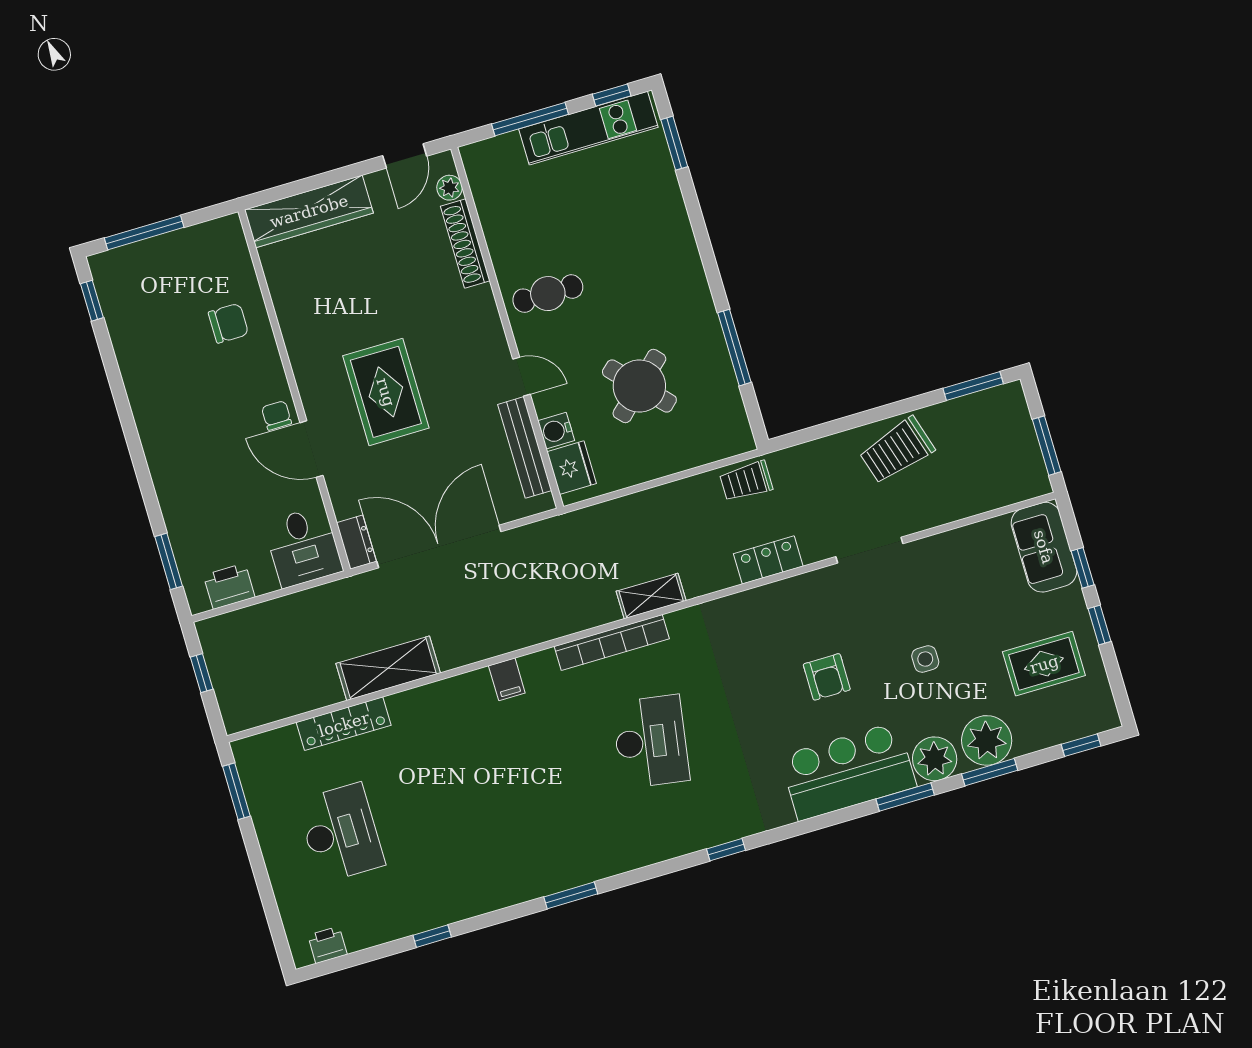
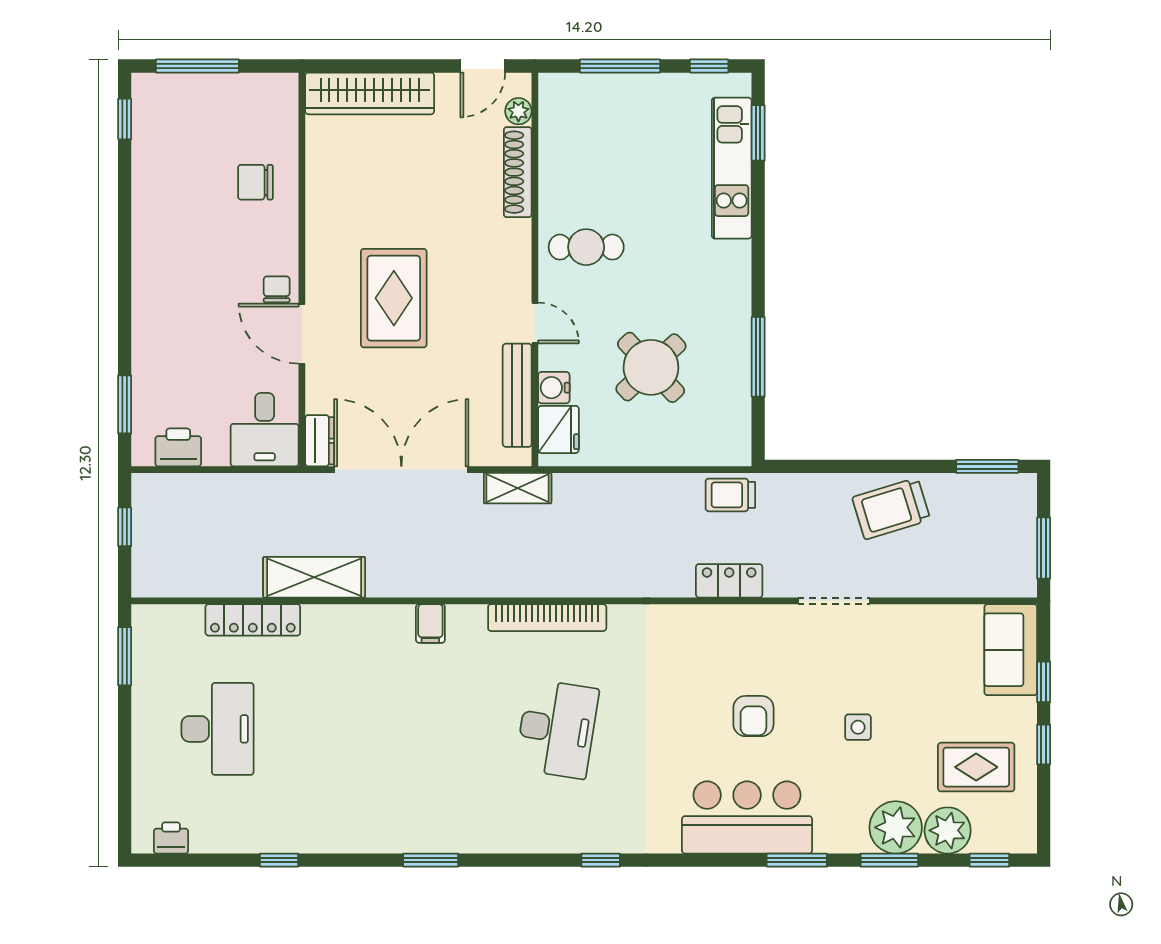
kitchen unit: (588, 128) -> (732, 168), moved, turned 90
chair: (228, 323) -> (255, 182), turned 180
shelving: (651, 596) -> (518, 488), moved
plant: (935, 759) -> (948, 830), moved

